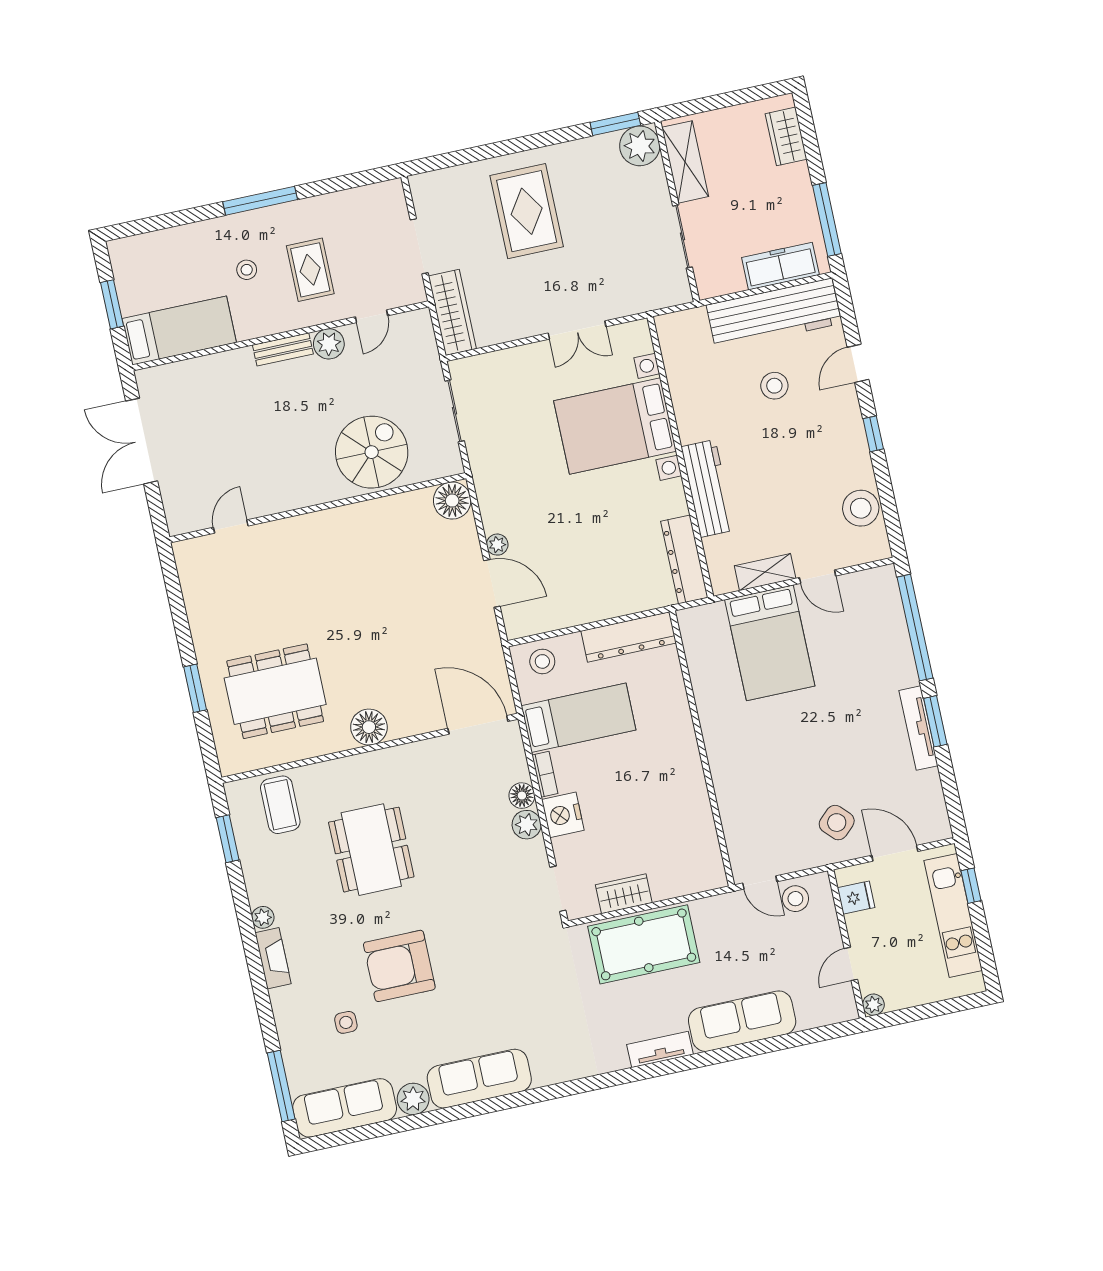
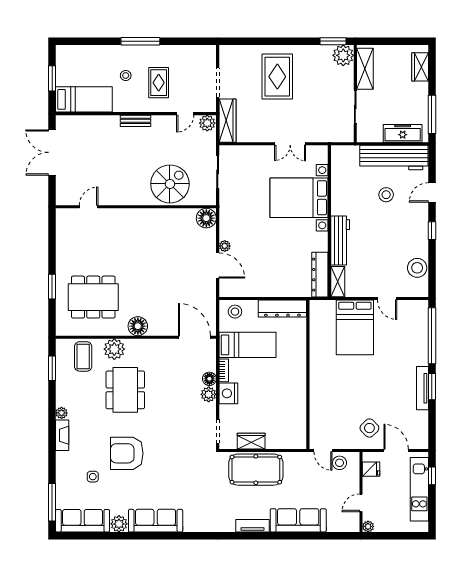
plant: (329, 344) -> (207, 123), moved
shelving: (765, 572) -> (338, 282), moved, turned 90
plant: (335, 779) -> (114, 349), added

